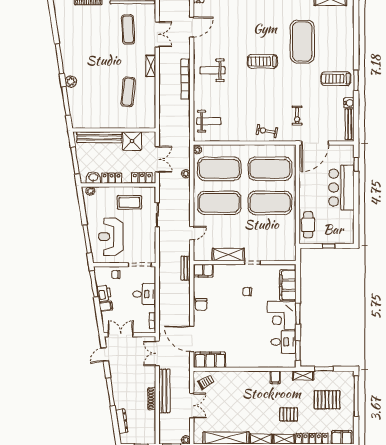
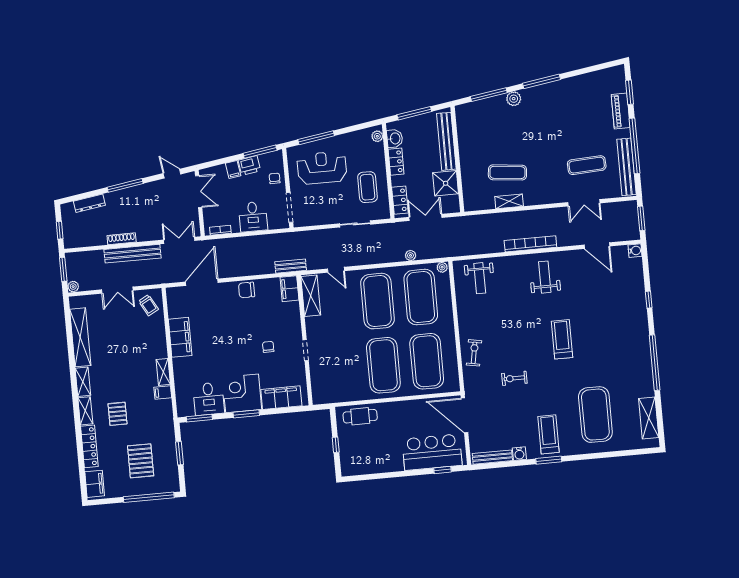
exercise mat: (302, 42) -> (595, 415), moved, turned 90
shelving: (151, 66) -> (509, 201), moved
exercise bike: (297, 116) -> (514, 378), moved
double door: (157, 159) -> (425, 217), swing flipped
bar counter: (341, 188) -> (432, 452), moved
shelving: (228, 255) -> (311, 296), moved
filing cabinet: (210, 360) -> (180, 337), moved
shelving: (303, 376) -> (163, 372), moved

